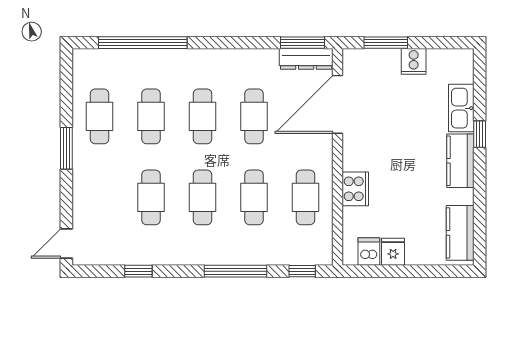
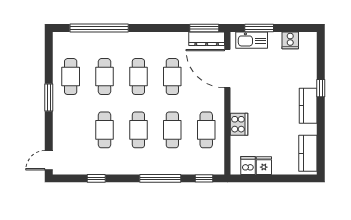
cooker: (414, 61) -> (290, 40), moved
door: (338, 104) -> (227, 69), hinge flipped
kitchen sink: (461, 108) -> (252, 40), moved, turned -90

